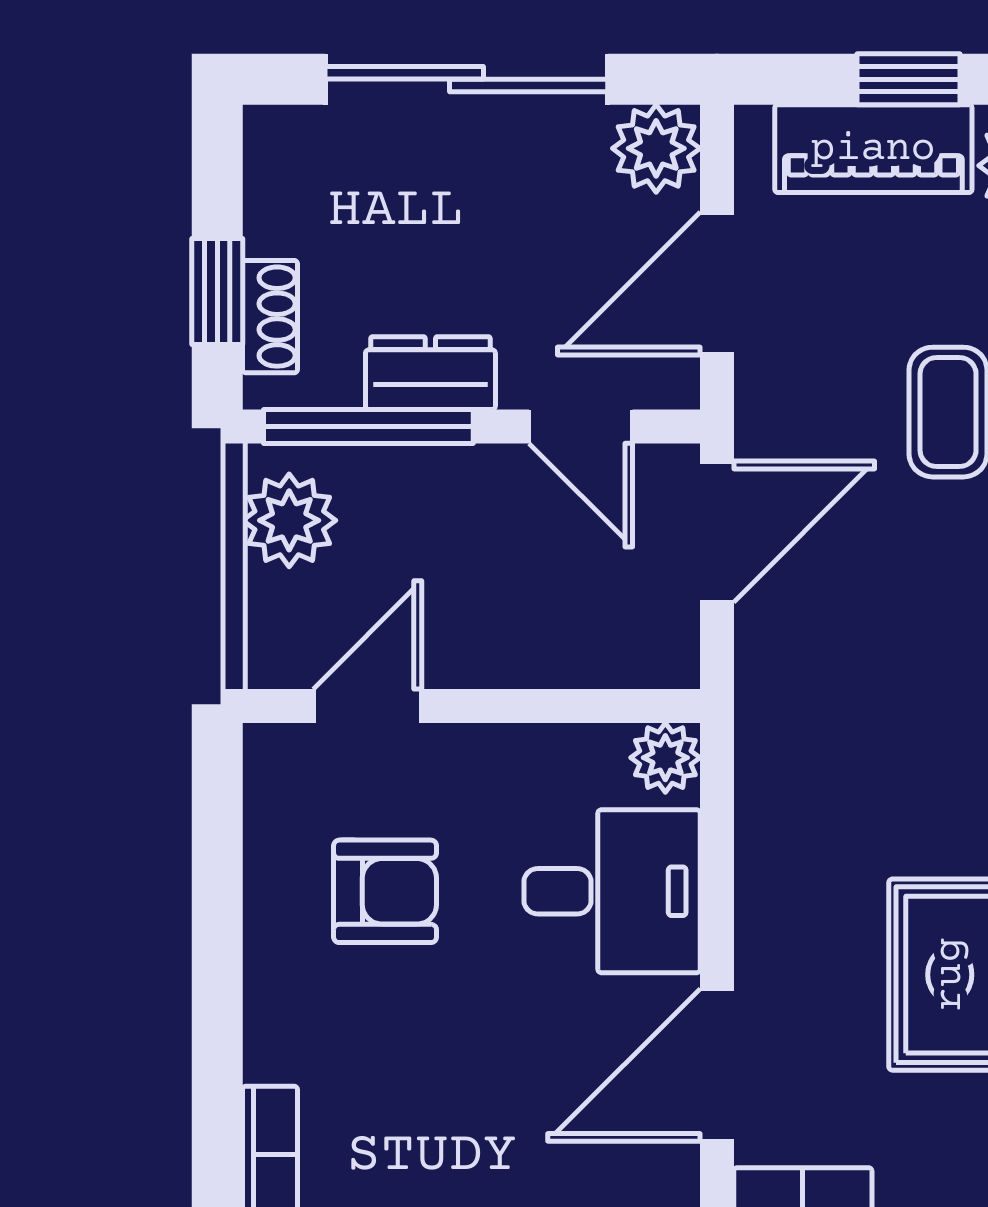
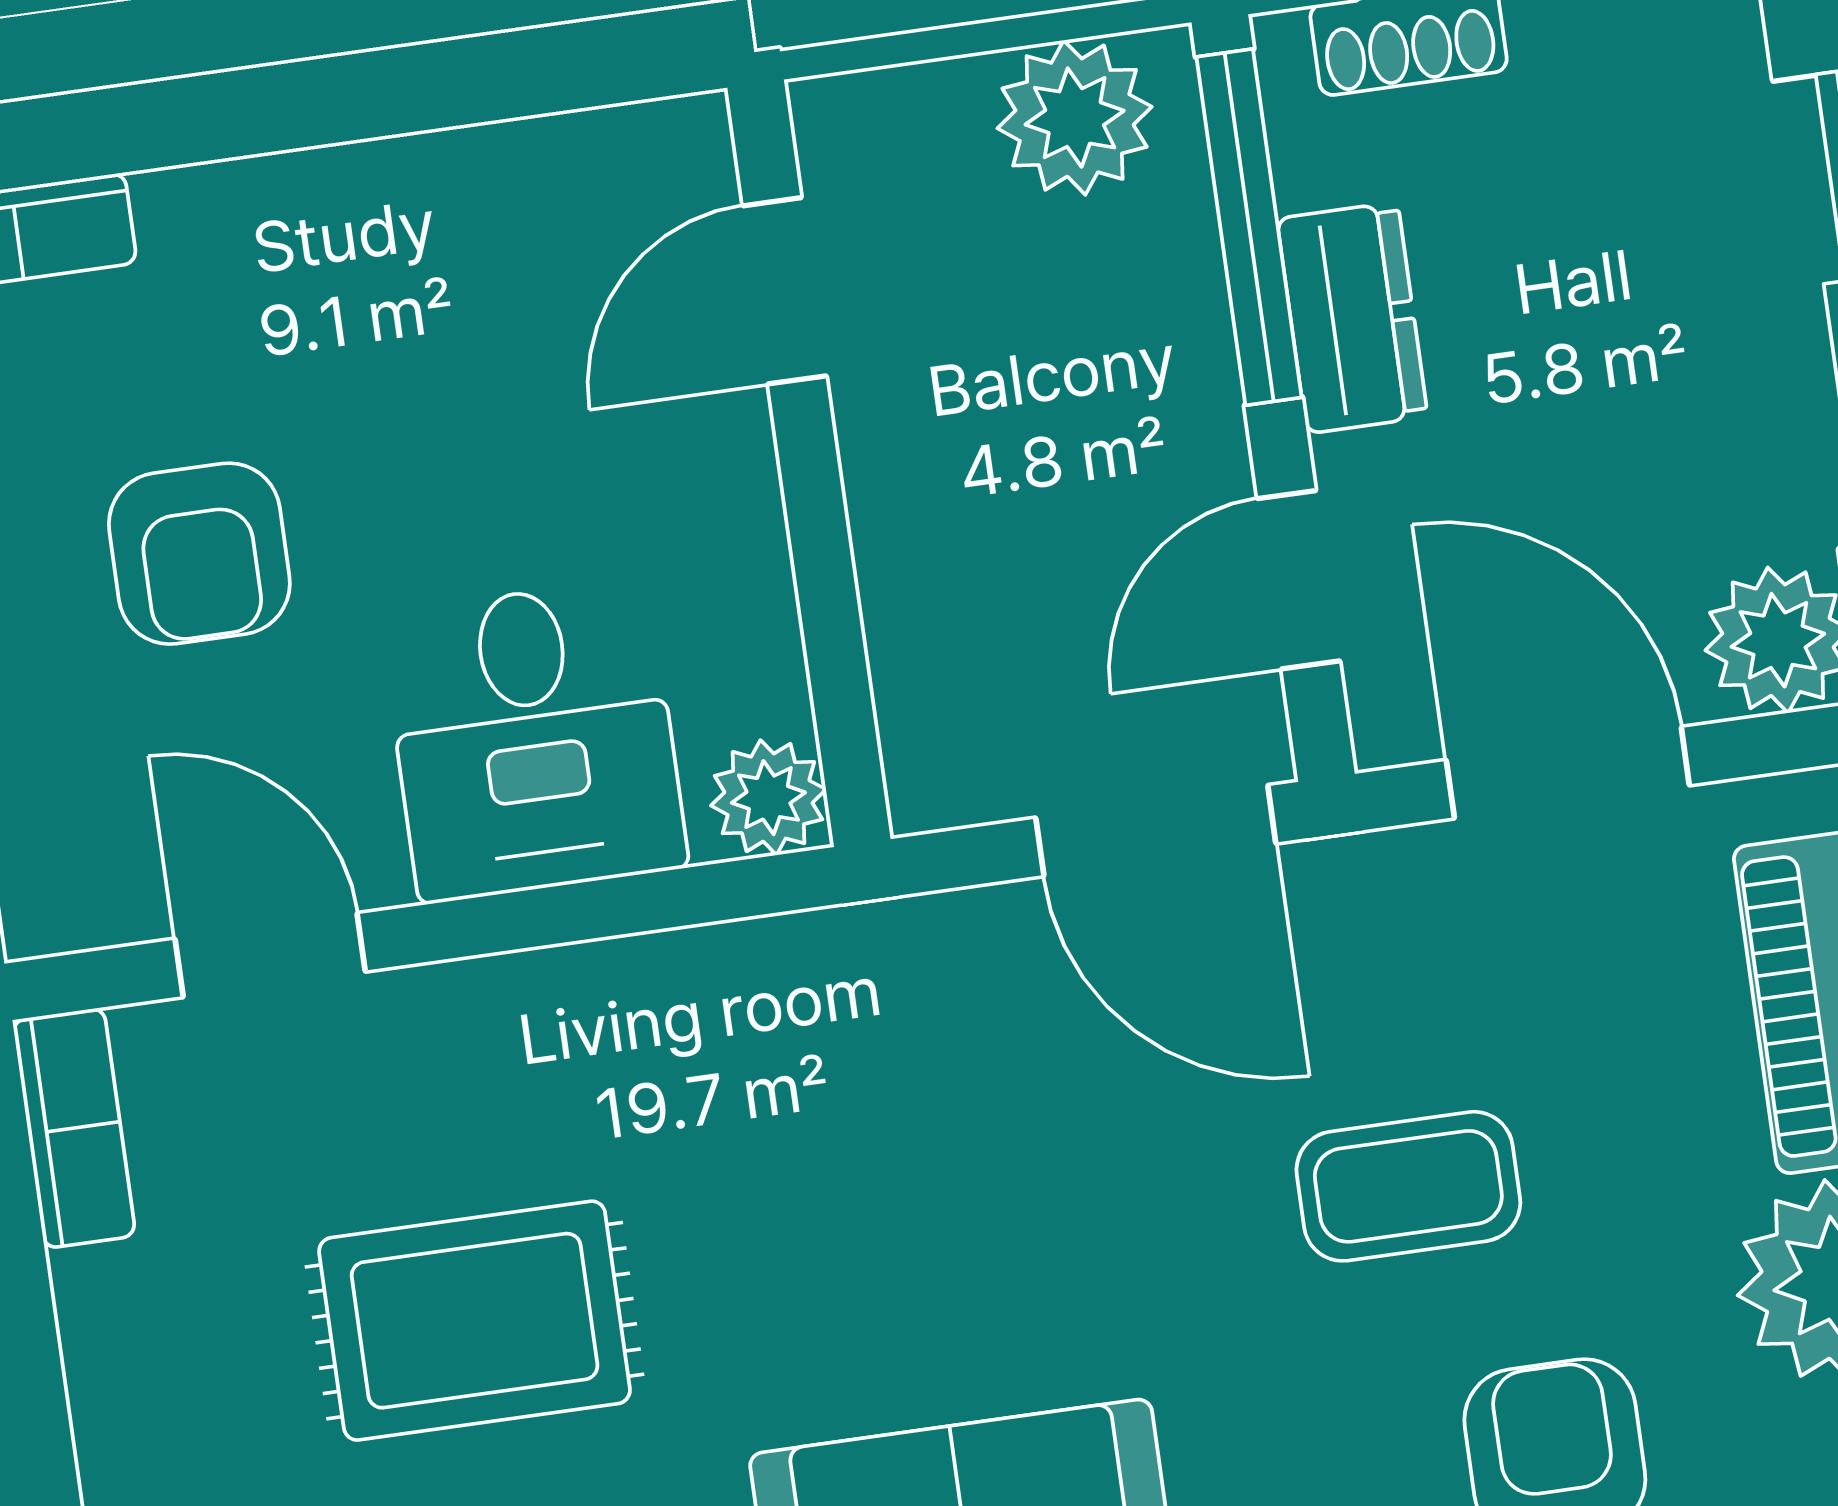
door: (367, 706) -> (785, 291), swing flipped
armchair: (385, 891) -> (199, 554), moved
door: (717, 1065) -> (270, 955), width x0.73

